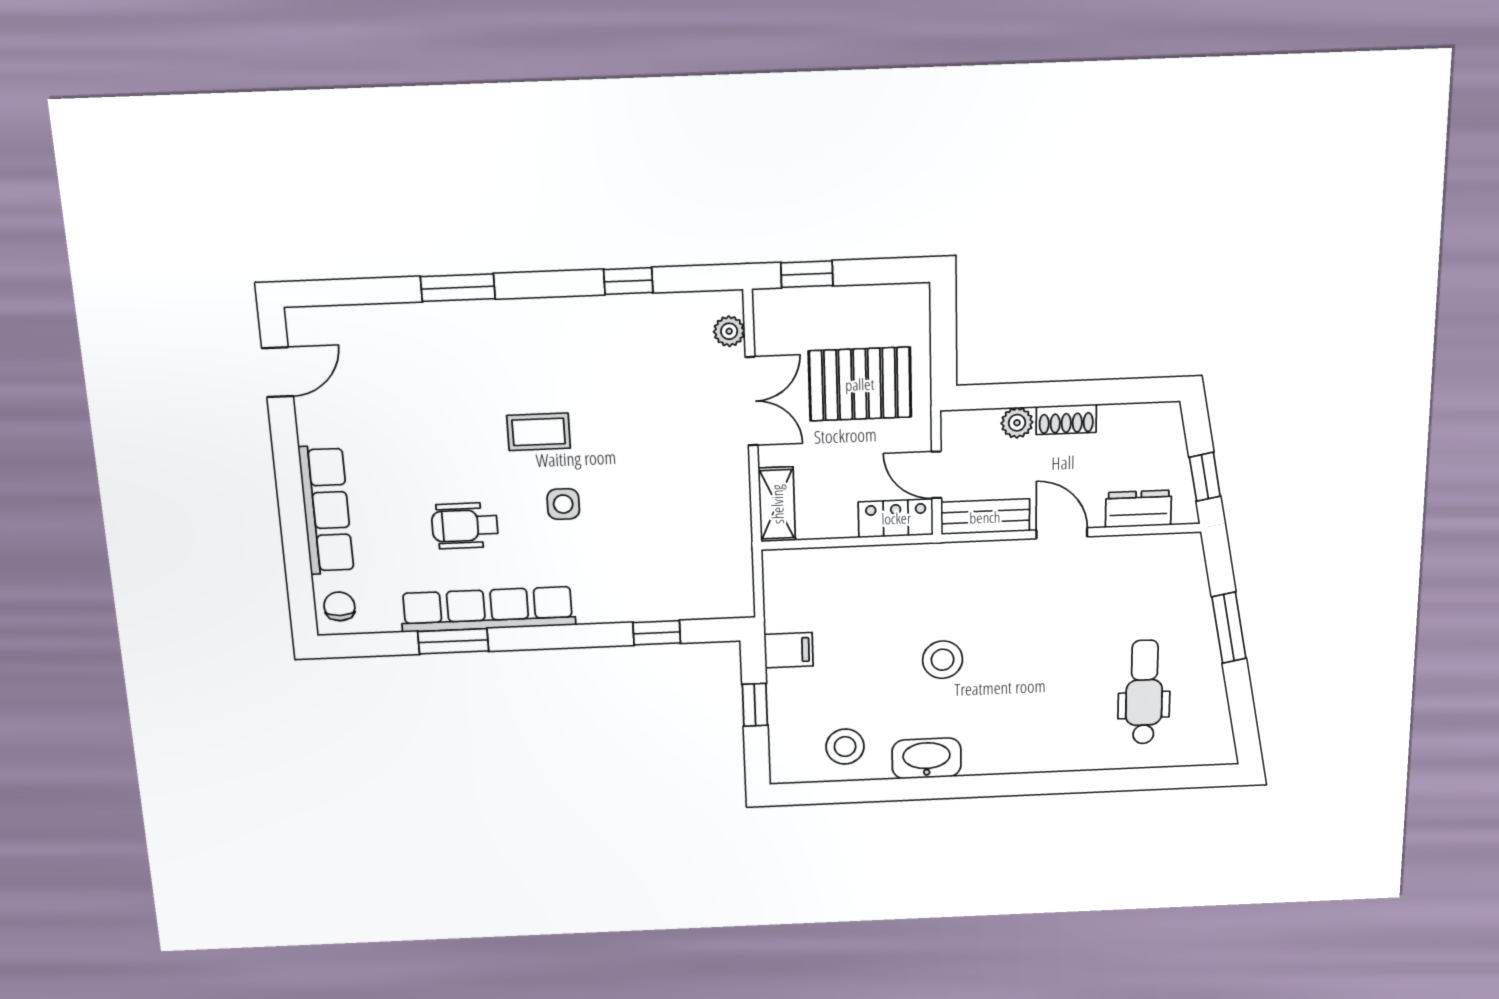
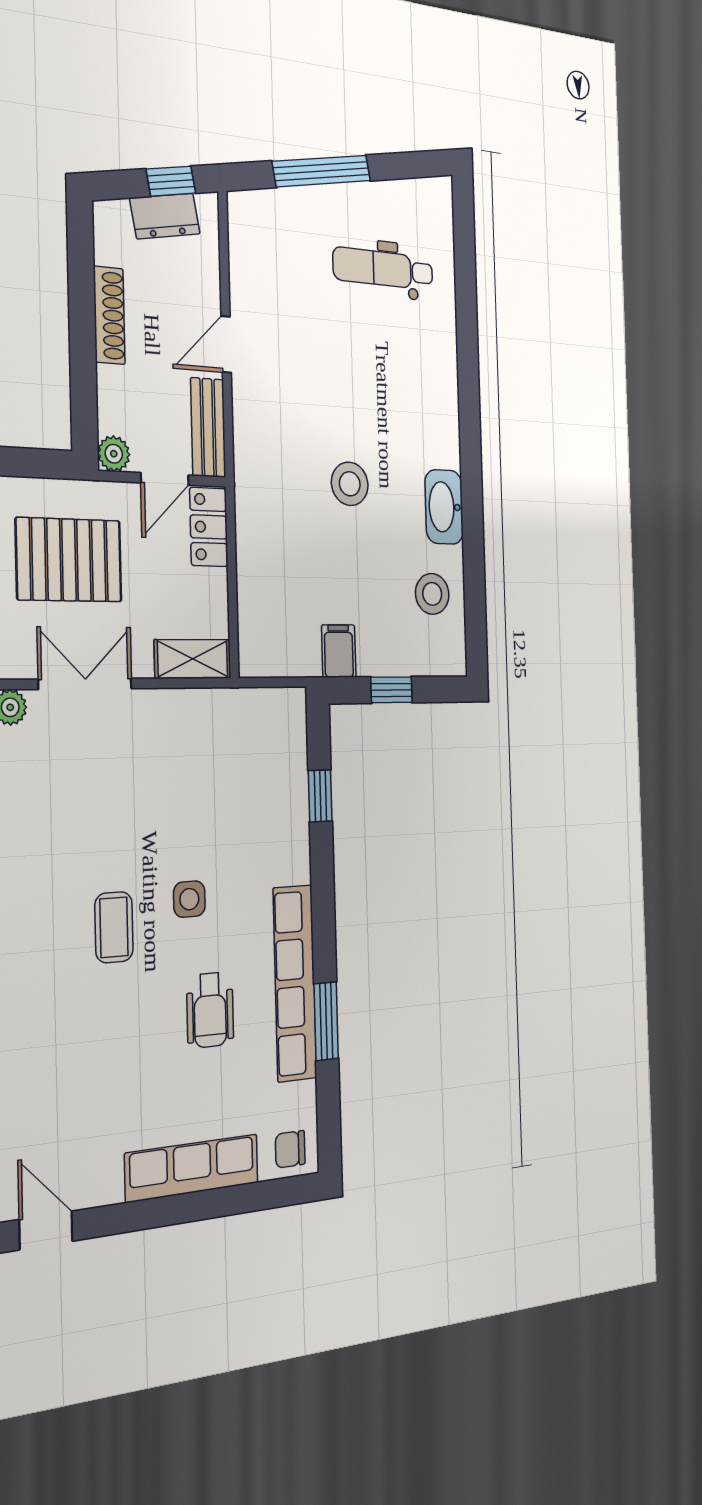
pallet: (860, 384) -> (69, 560), turned 90
shoe rack: (1066, 419) -> (109, 315), width x1.43
plant: (1017, 423) -> (114, 454), moved
dresser: (1138, 509) -> (165, 216), moved, turned -100
window: (1229, 628) -> (322, 171), width x1.44

